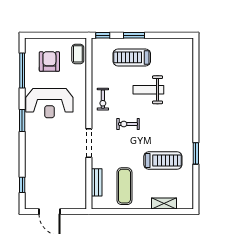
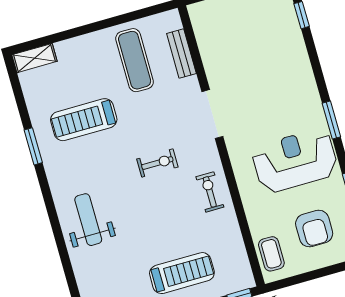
weight bench: (148, 90) -> (88, 220), moved, turned -90
shelving: (164, 203) -> (34, 58), moved

